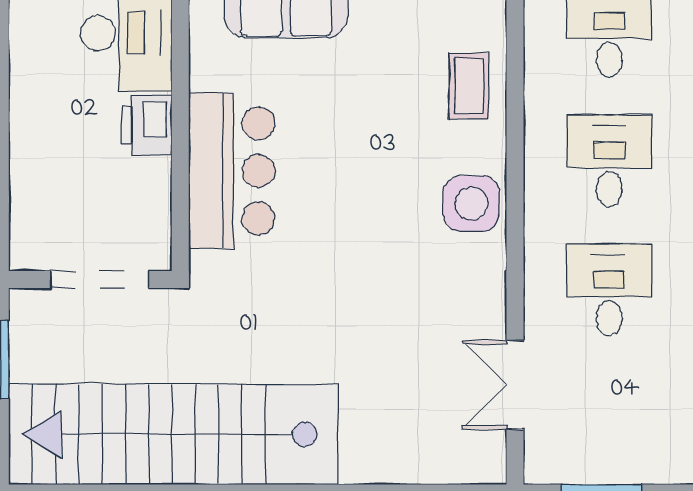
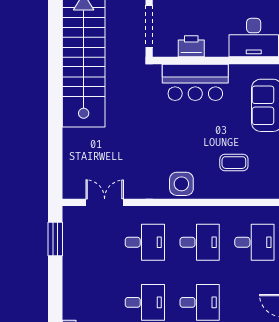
coffee table: (469, 86) -> (234, 163), moved
printer: (147, 125) -> (191, 46), moved

